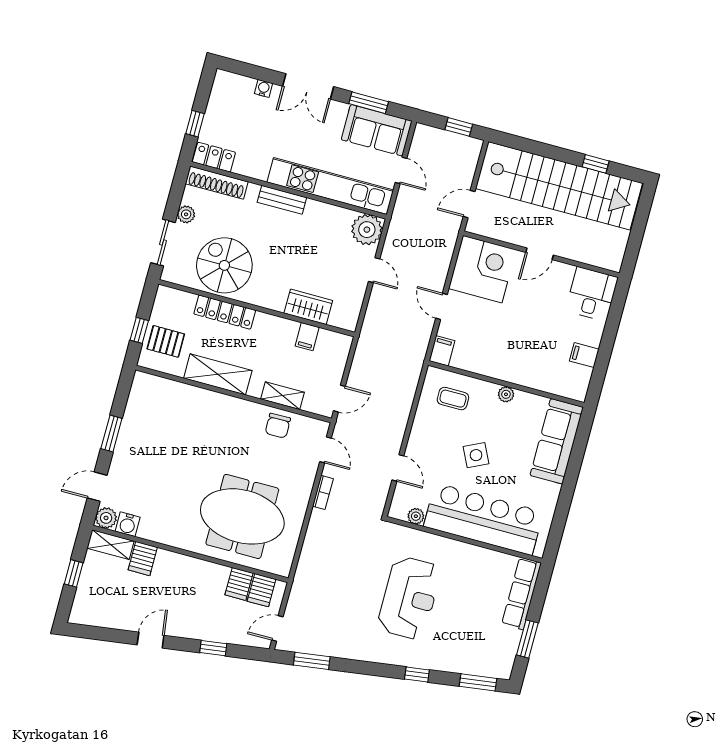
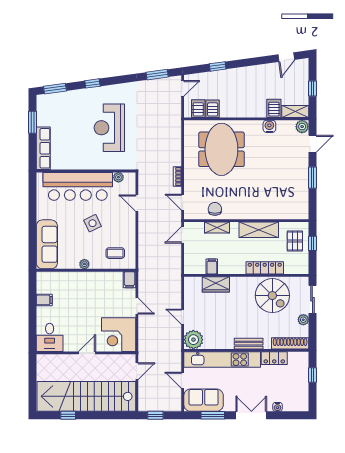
locker: (214, 157) -> (274, 358), moved
pallet: (166, 341) -> (295, 241), turned 90
meeting table: (242, 516) -> (221, 149), turned 90
water cooler: (128, 524) -> (269, 126), moved
door: (151, 640) -> (286, 57), moved

